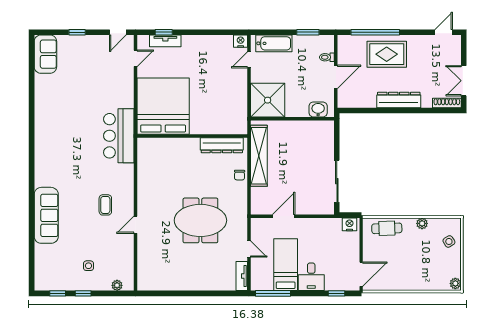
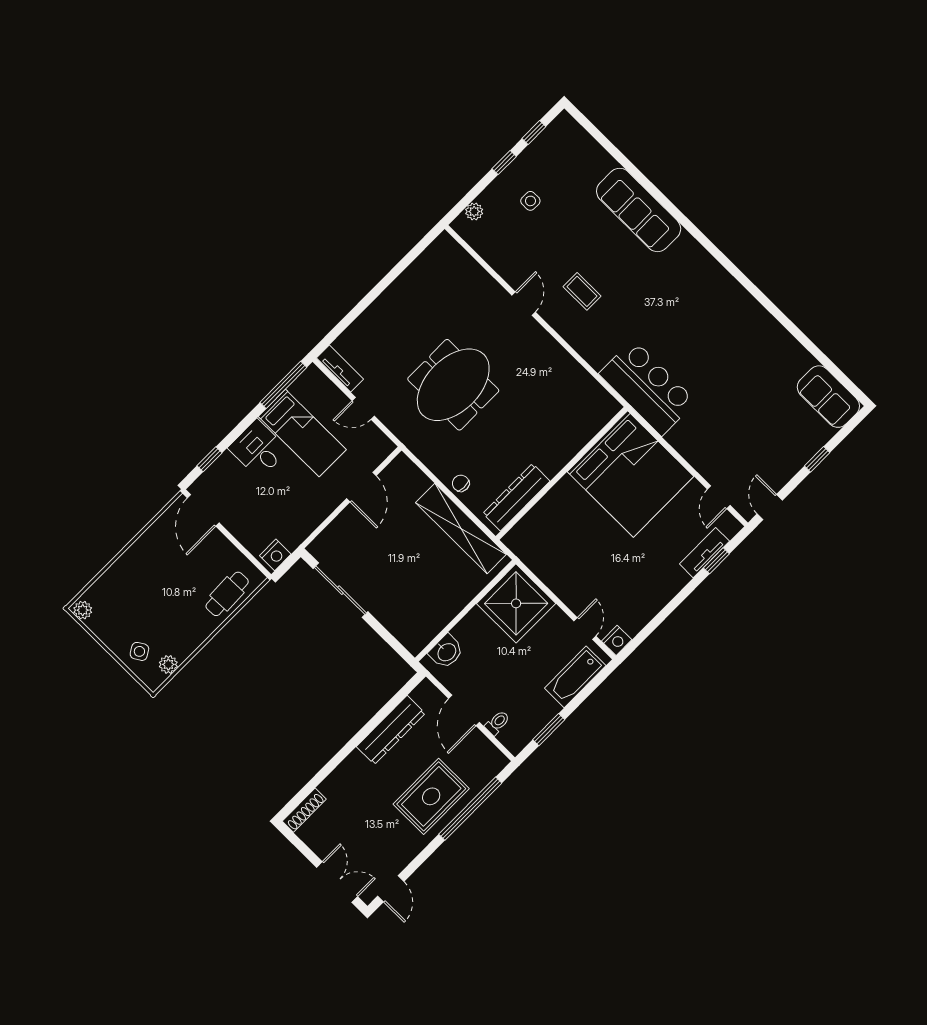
double door: (464, 81) -> (337, 882), moved
dresser: (399, 100) -> (391, 730), moved
plant: (422, 223) -> (168, 664), moved

